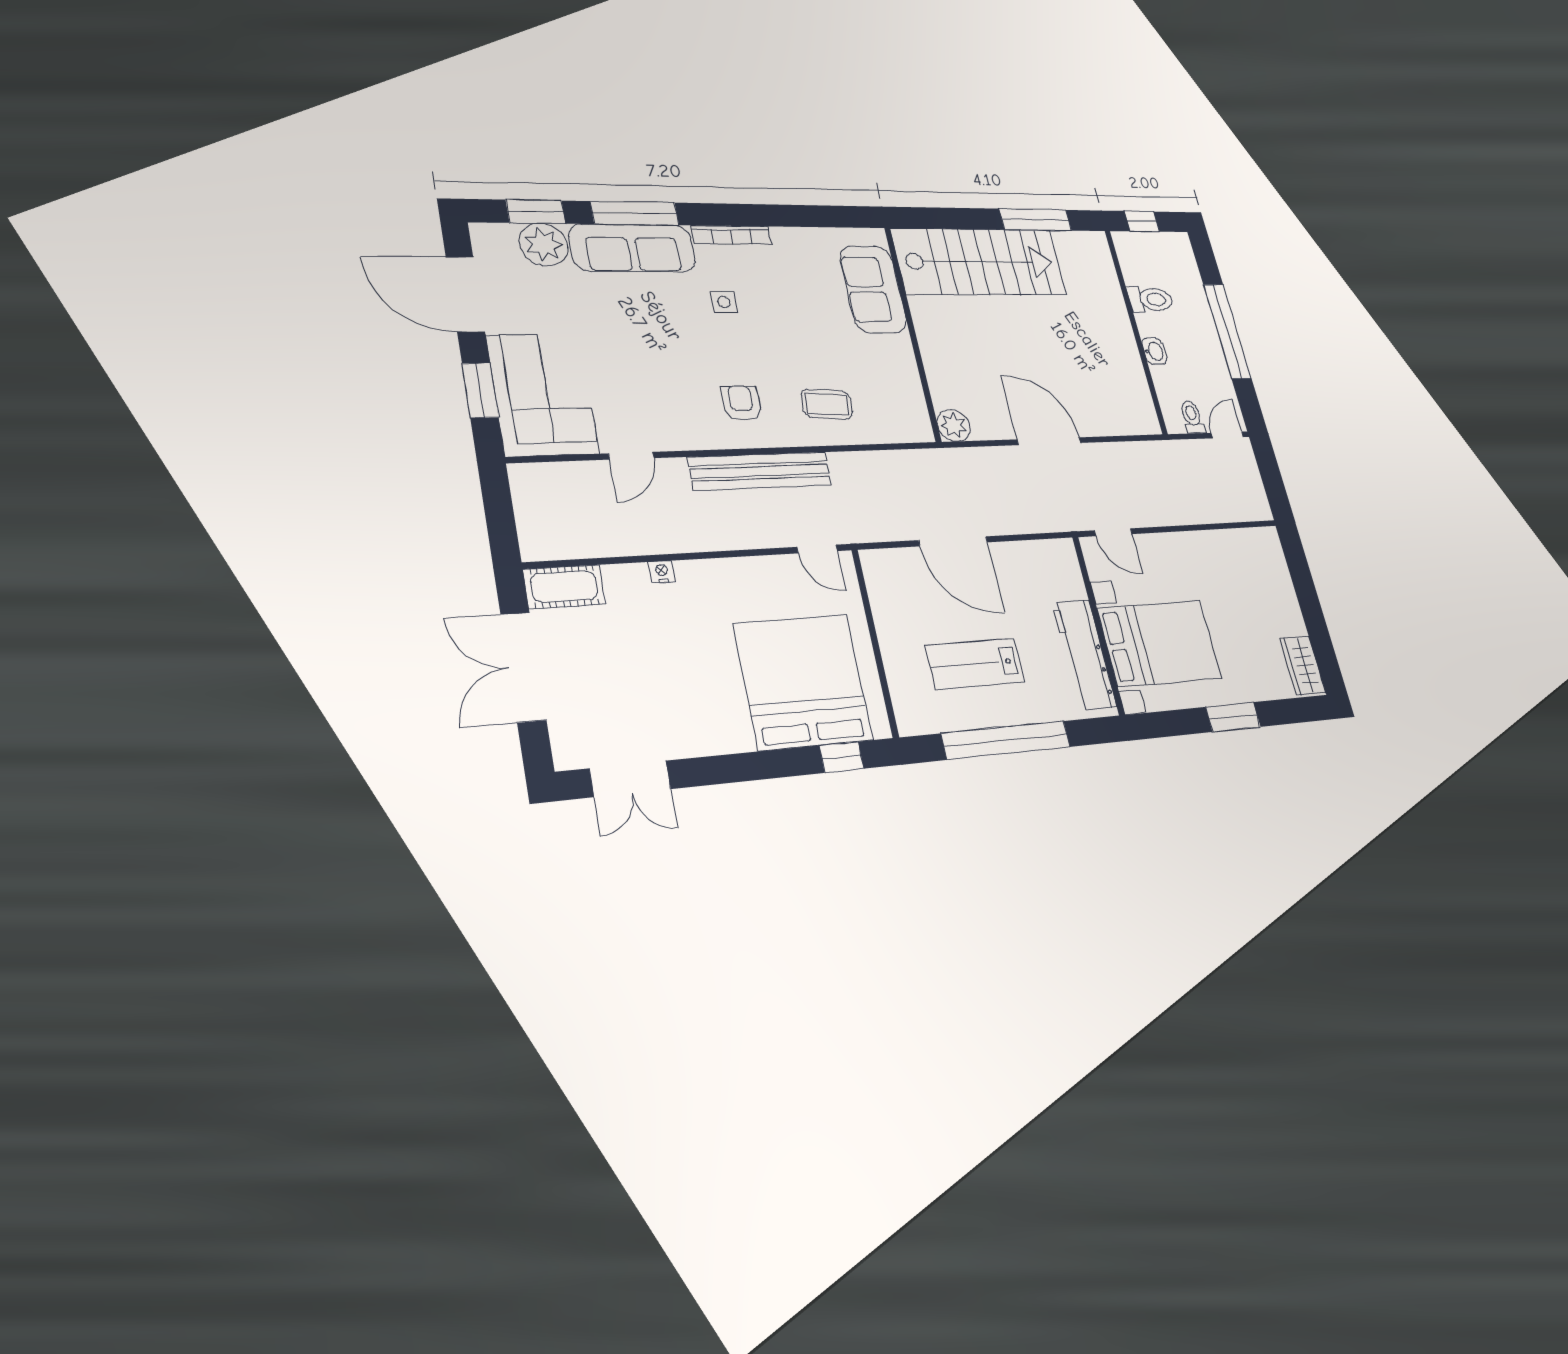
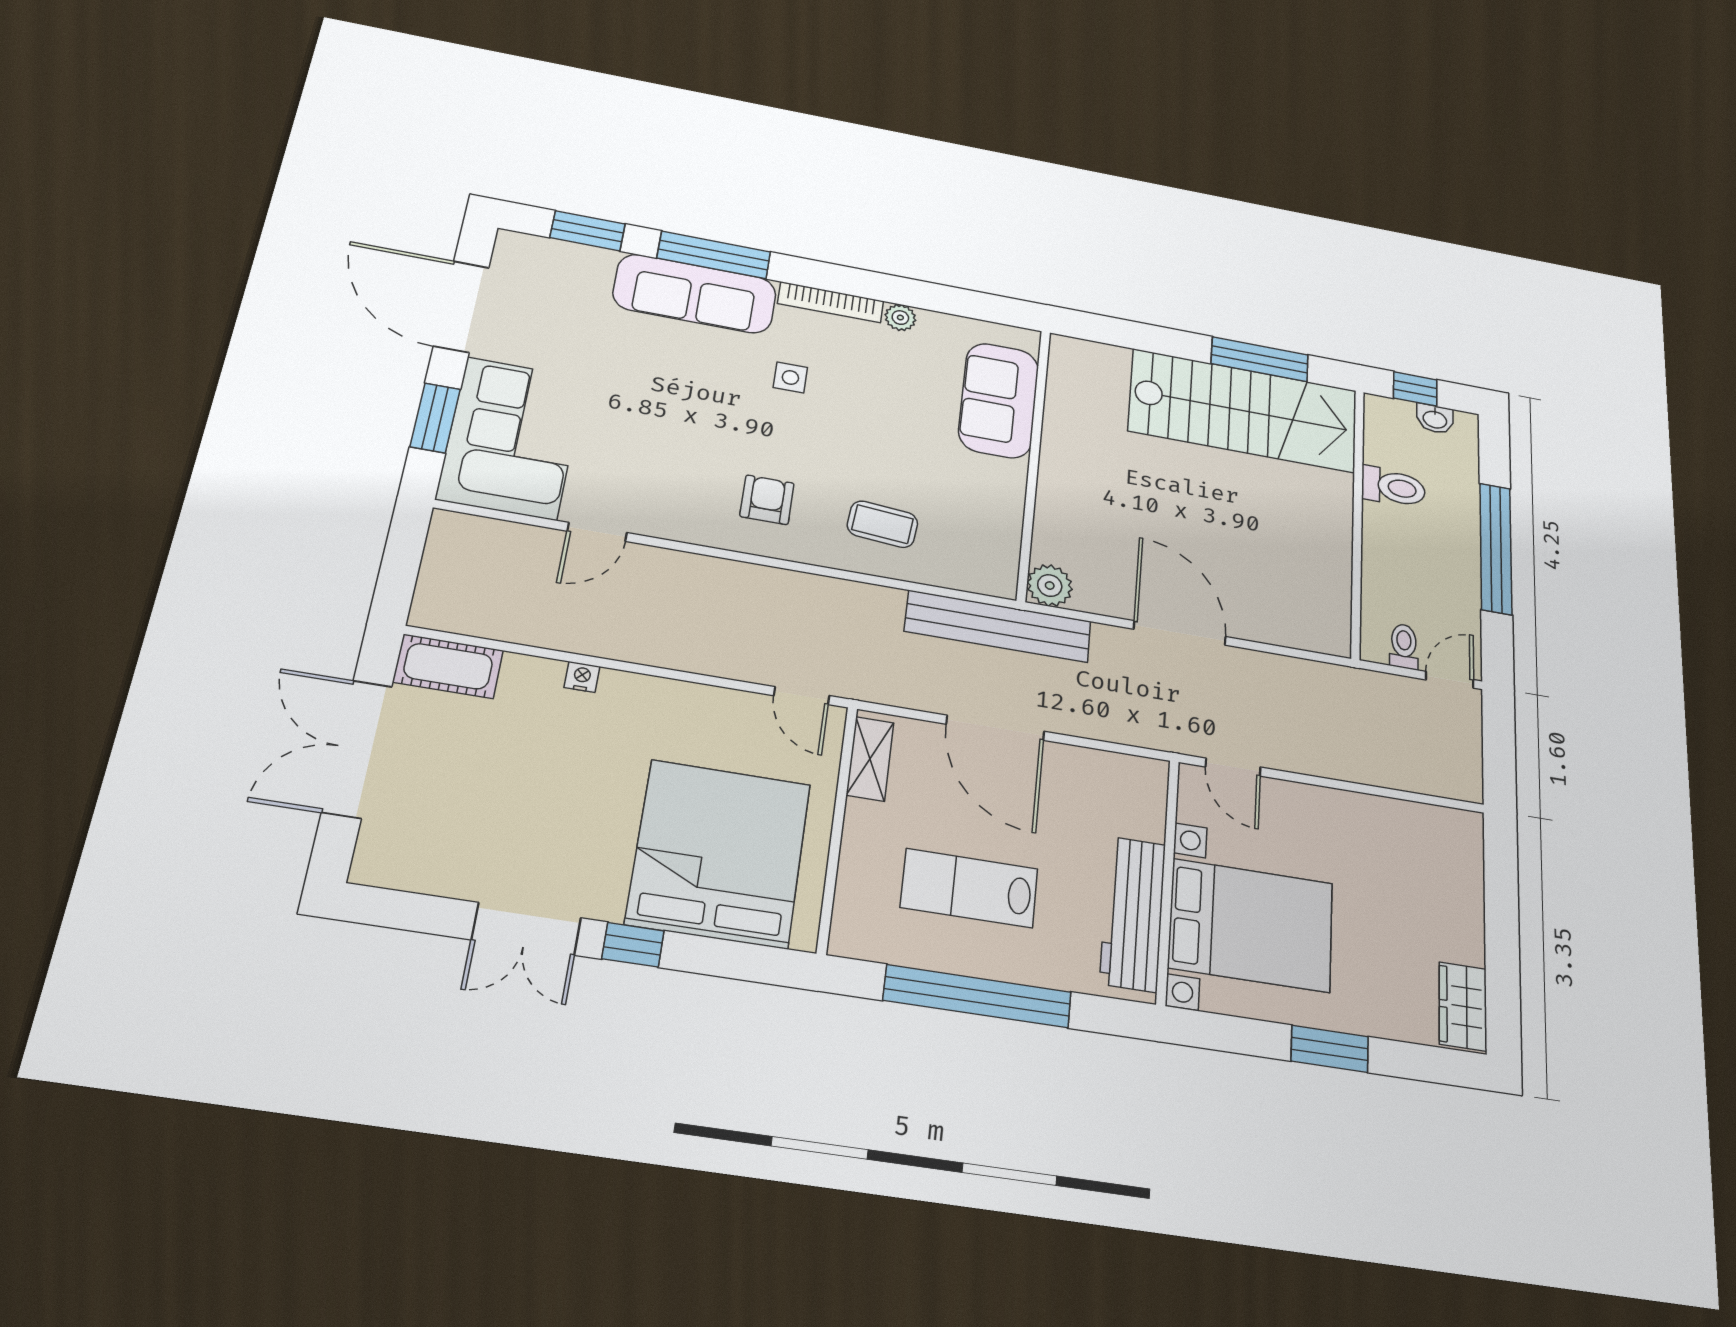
plant: (544, 245) -> (900, 318), moved, width x0.53, depth x0.53
stairs: (979, 262) -> (1244, 411), moved
washbasin: (1154, 351) -> (1435, 419), moved, turned 90
bench: (760, 471) -> (998, 626), moved
shelving: (879, 585) -> (870, 759), added
window: (842, 757) -> (633, 945), moved
double door: (630, 779) -> (526, 929), moved

